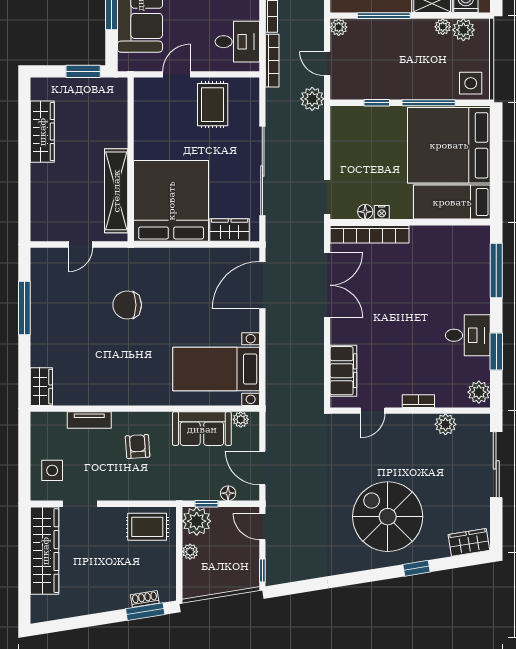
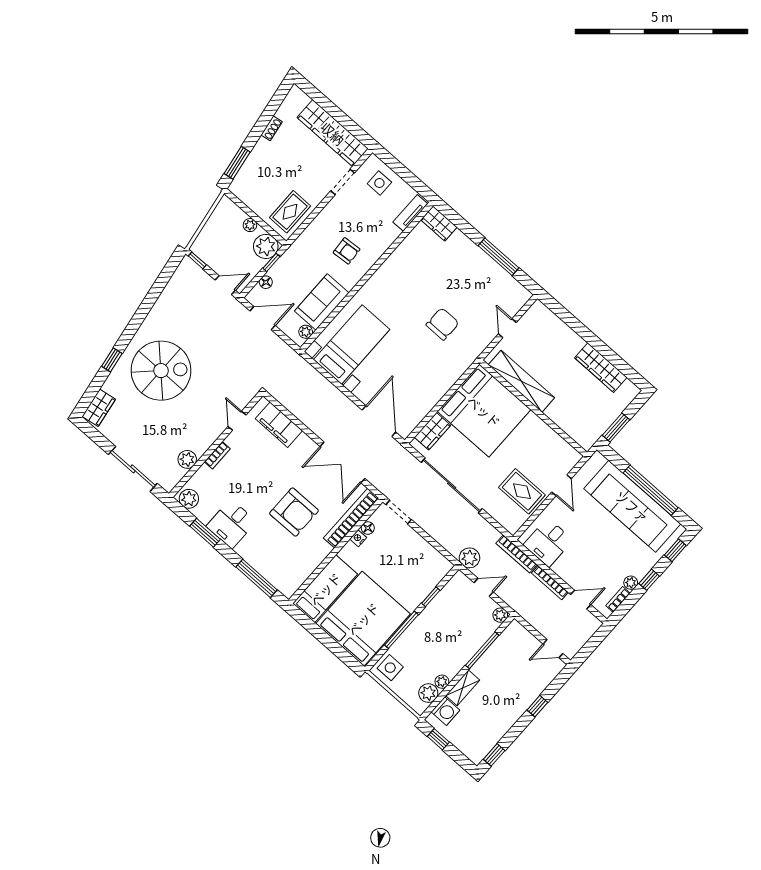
armchair: (409, 289) -> (294, 512), added
tv unit: (89, 420) -> (410, 213), moved
shoe rack: (145, 599) -> (272, 128), moved

